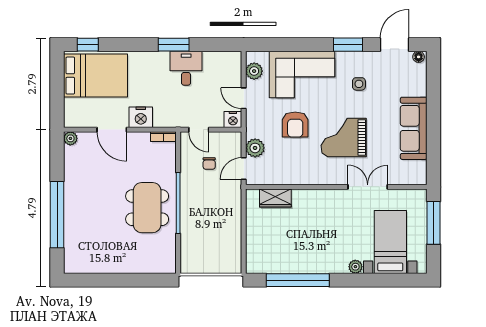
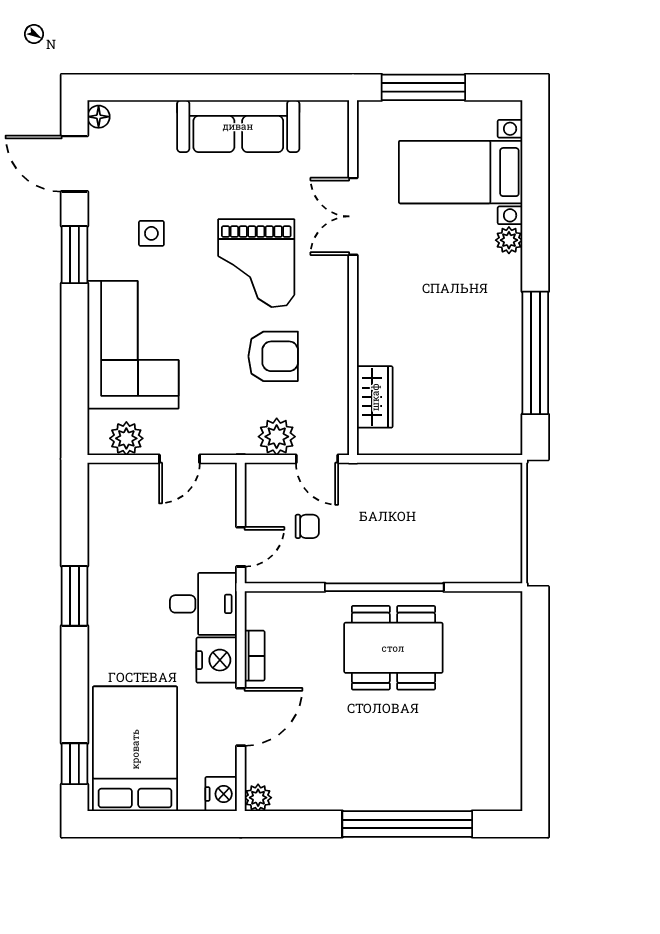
desk: (186, 68) -> (203, 604), moved, turned 180
nightstand: (233, 120) -> (221, 794), moved
armchair: (295, 125) -> (273, 356), moved
bookcase: (163, 137) -> (255, 656), moved

